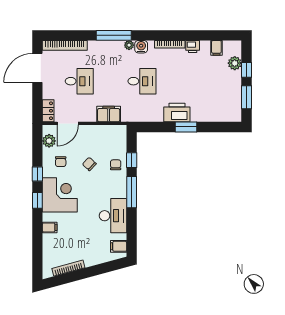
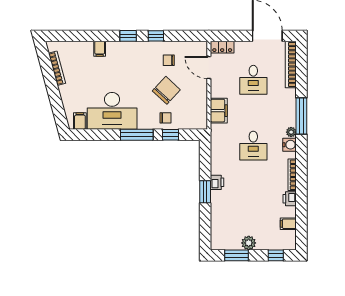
plant: (235, 63) -> (249, 243), moved
window: (247, 70) -> (276, 255), moved
printer: (177, 113) -> (217, 182), width x0.53, depth x0.68
plant: (49, 141) -> (191, 48), removed
chair: (89, 164) -> (166, 90), width x1.87, depth x1.87
corner desk: (60, 195) -> (134, 59), removed
desk: (113, 216) -> (112, 111), width x1.36, depth x1.30

